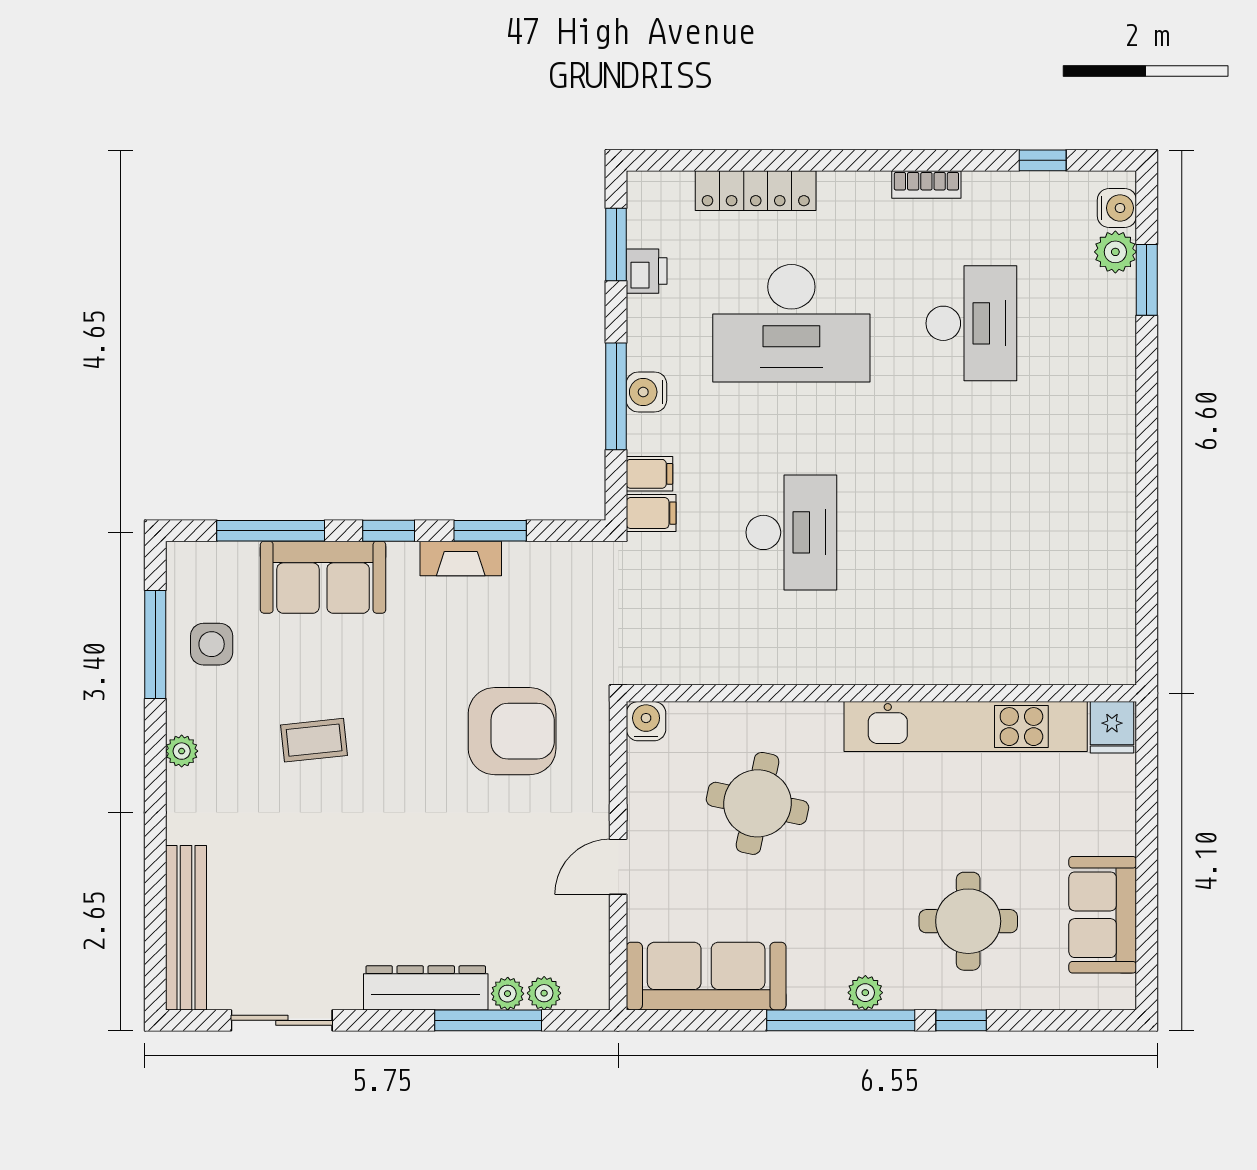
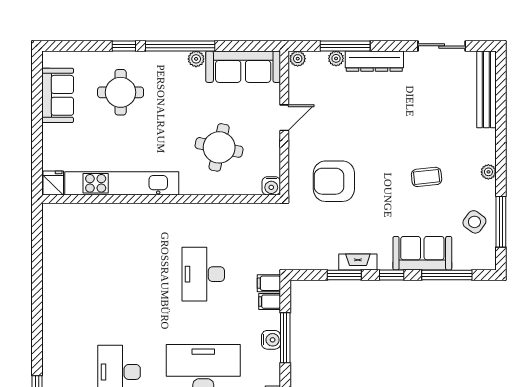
side table: (212, 644) -> (474, 222), turned 36
plant: (544, 993) -> (298, 59), moved
plant: (865, 993) -> (196, 59), moved

